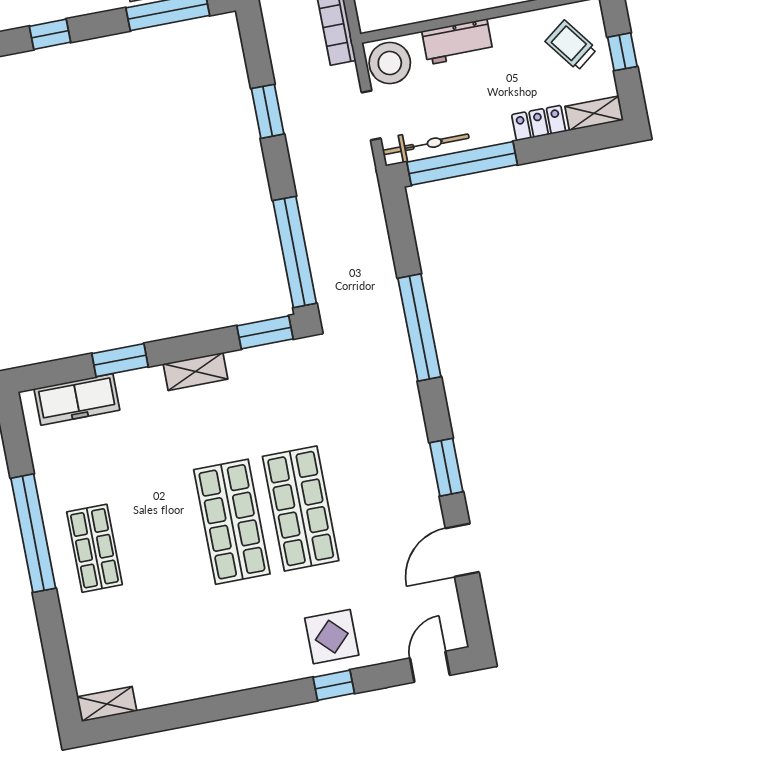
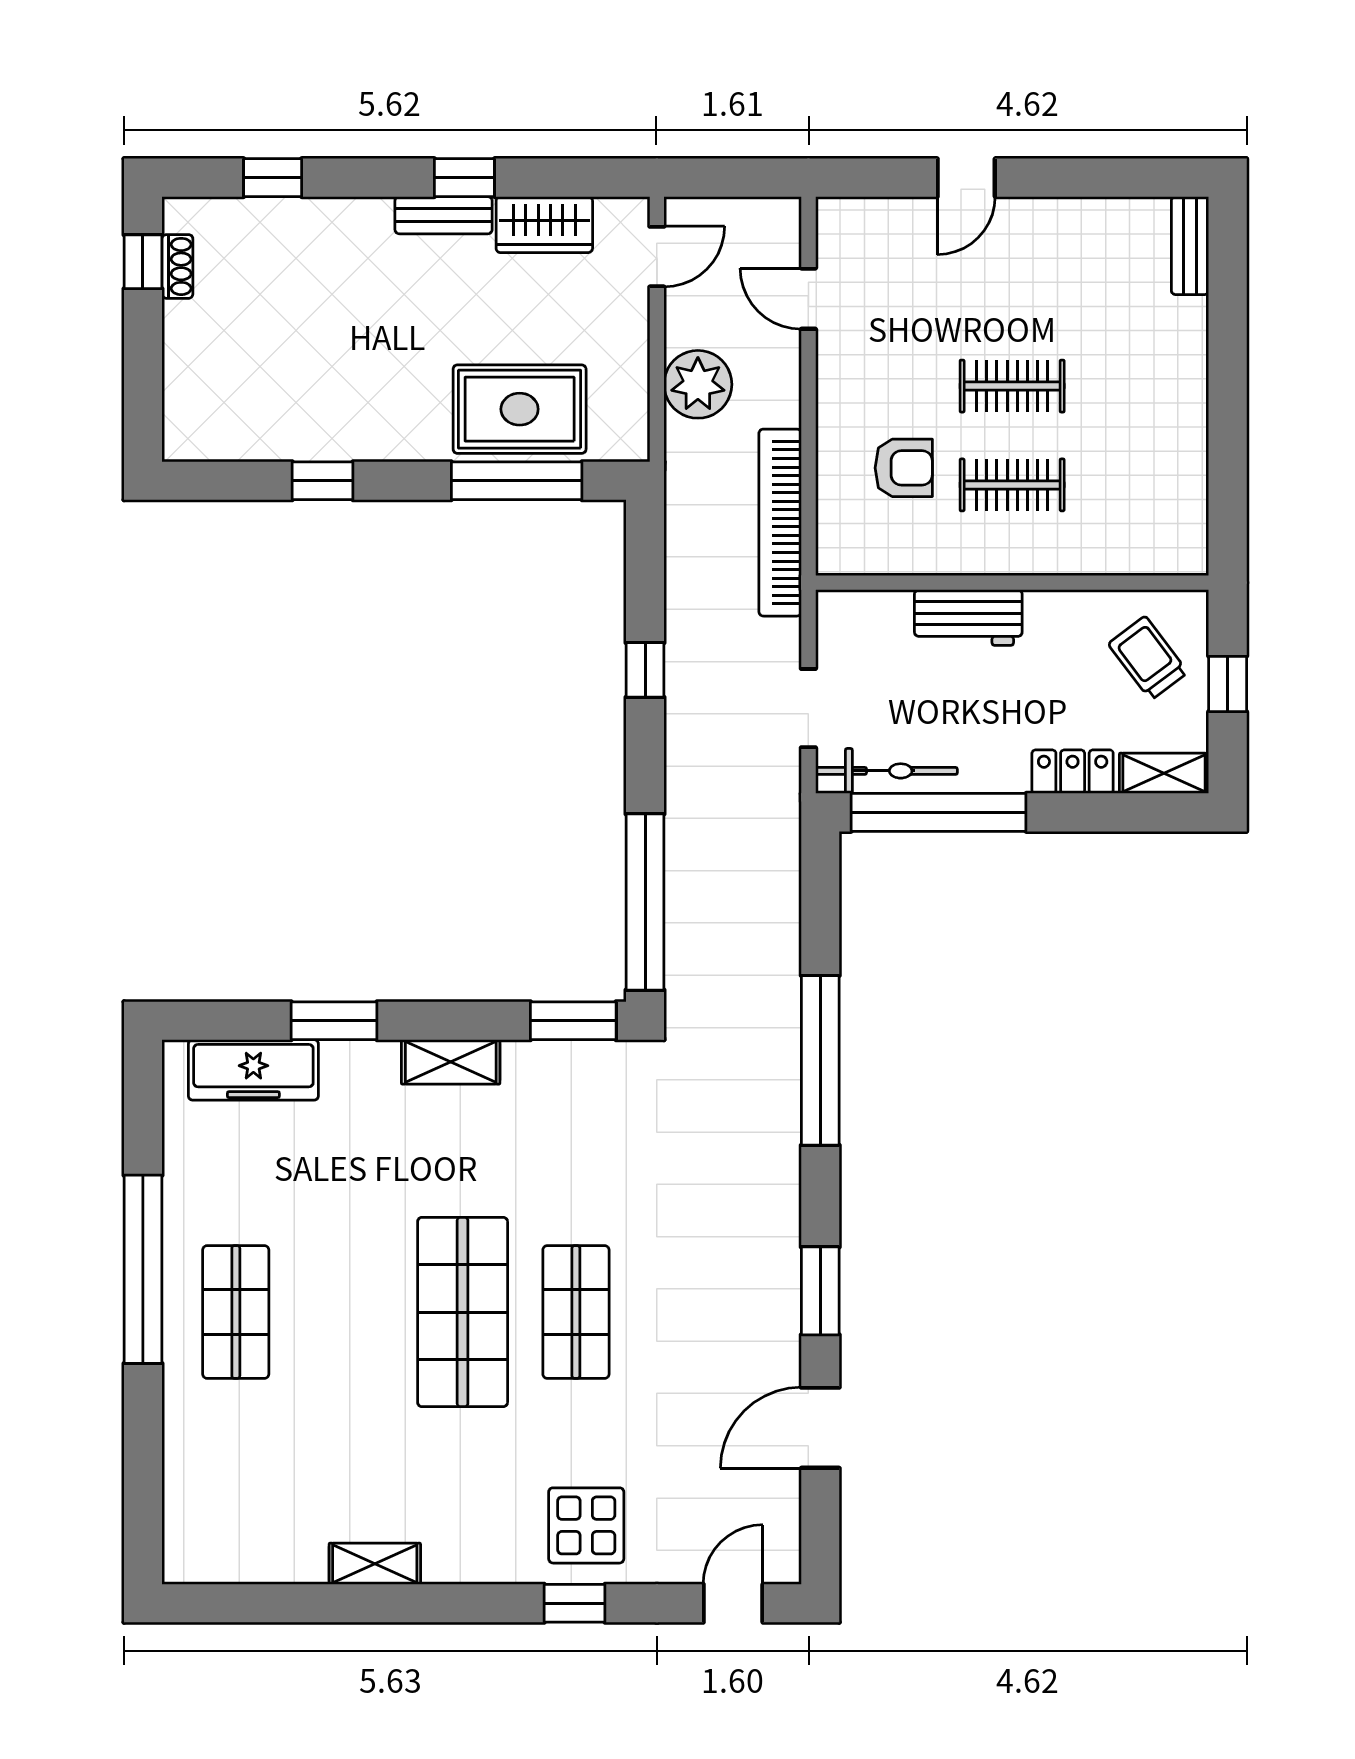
stool: (390, 63) -> (854, 631), removed
window: (268, 111) -> (645, 670), width x0.67
shop shelf: (301, 509) -> (576, 1312), width x0.70, depth x0.74
shelving: (107, 704) -> (375, 1564), moved

